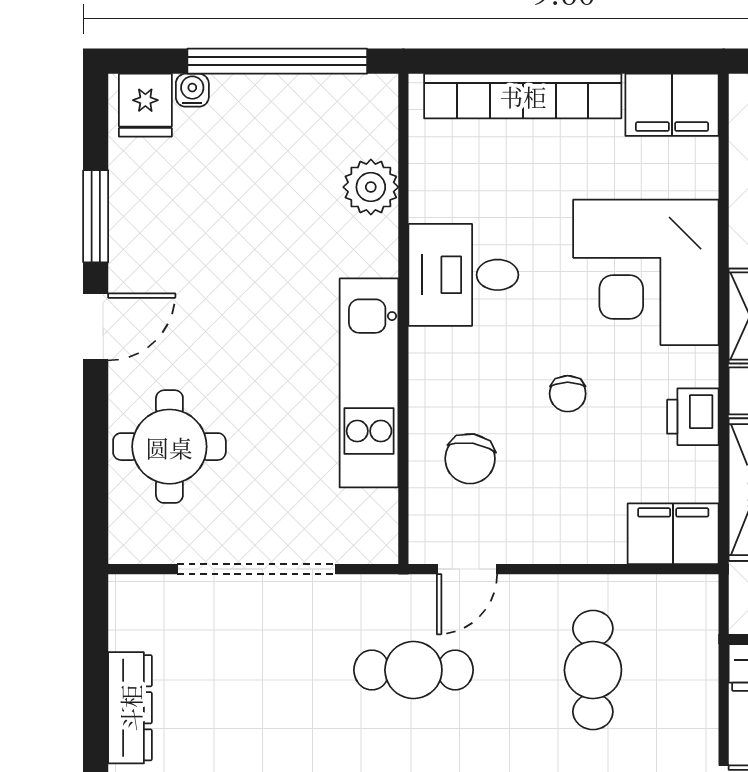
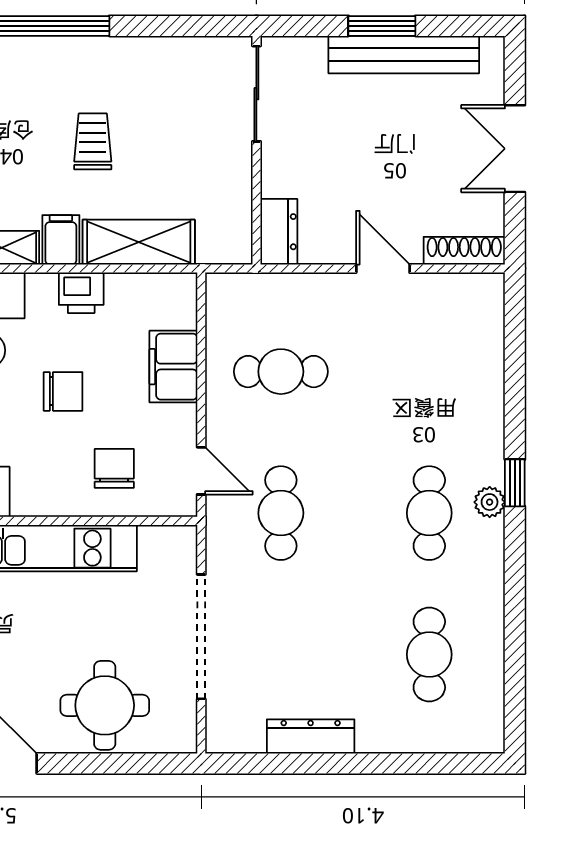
chair: (568, 394) -> (63, 391), width x1.37, depth x1.37
chair: (470, 459) -> (114, 468), turned -99
filing cabinet: (673, 534) -> (173, 367), moved

